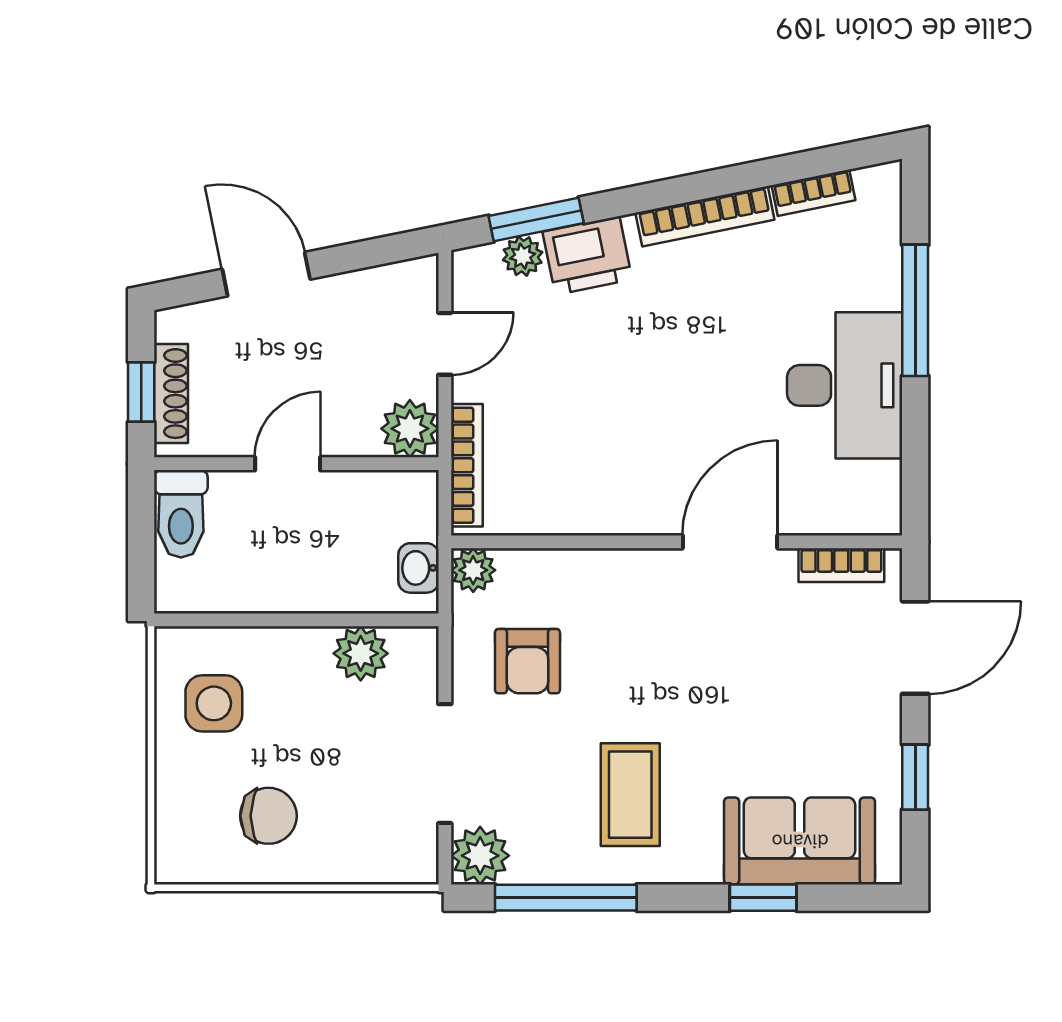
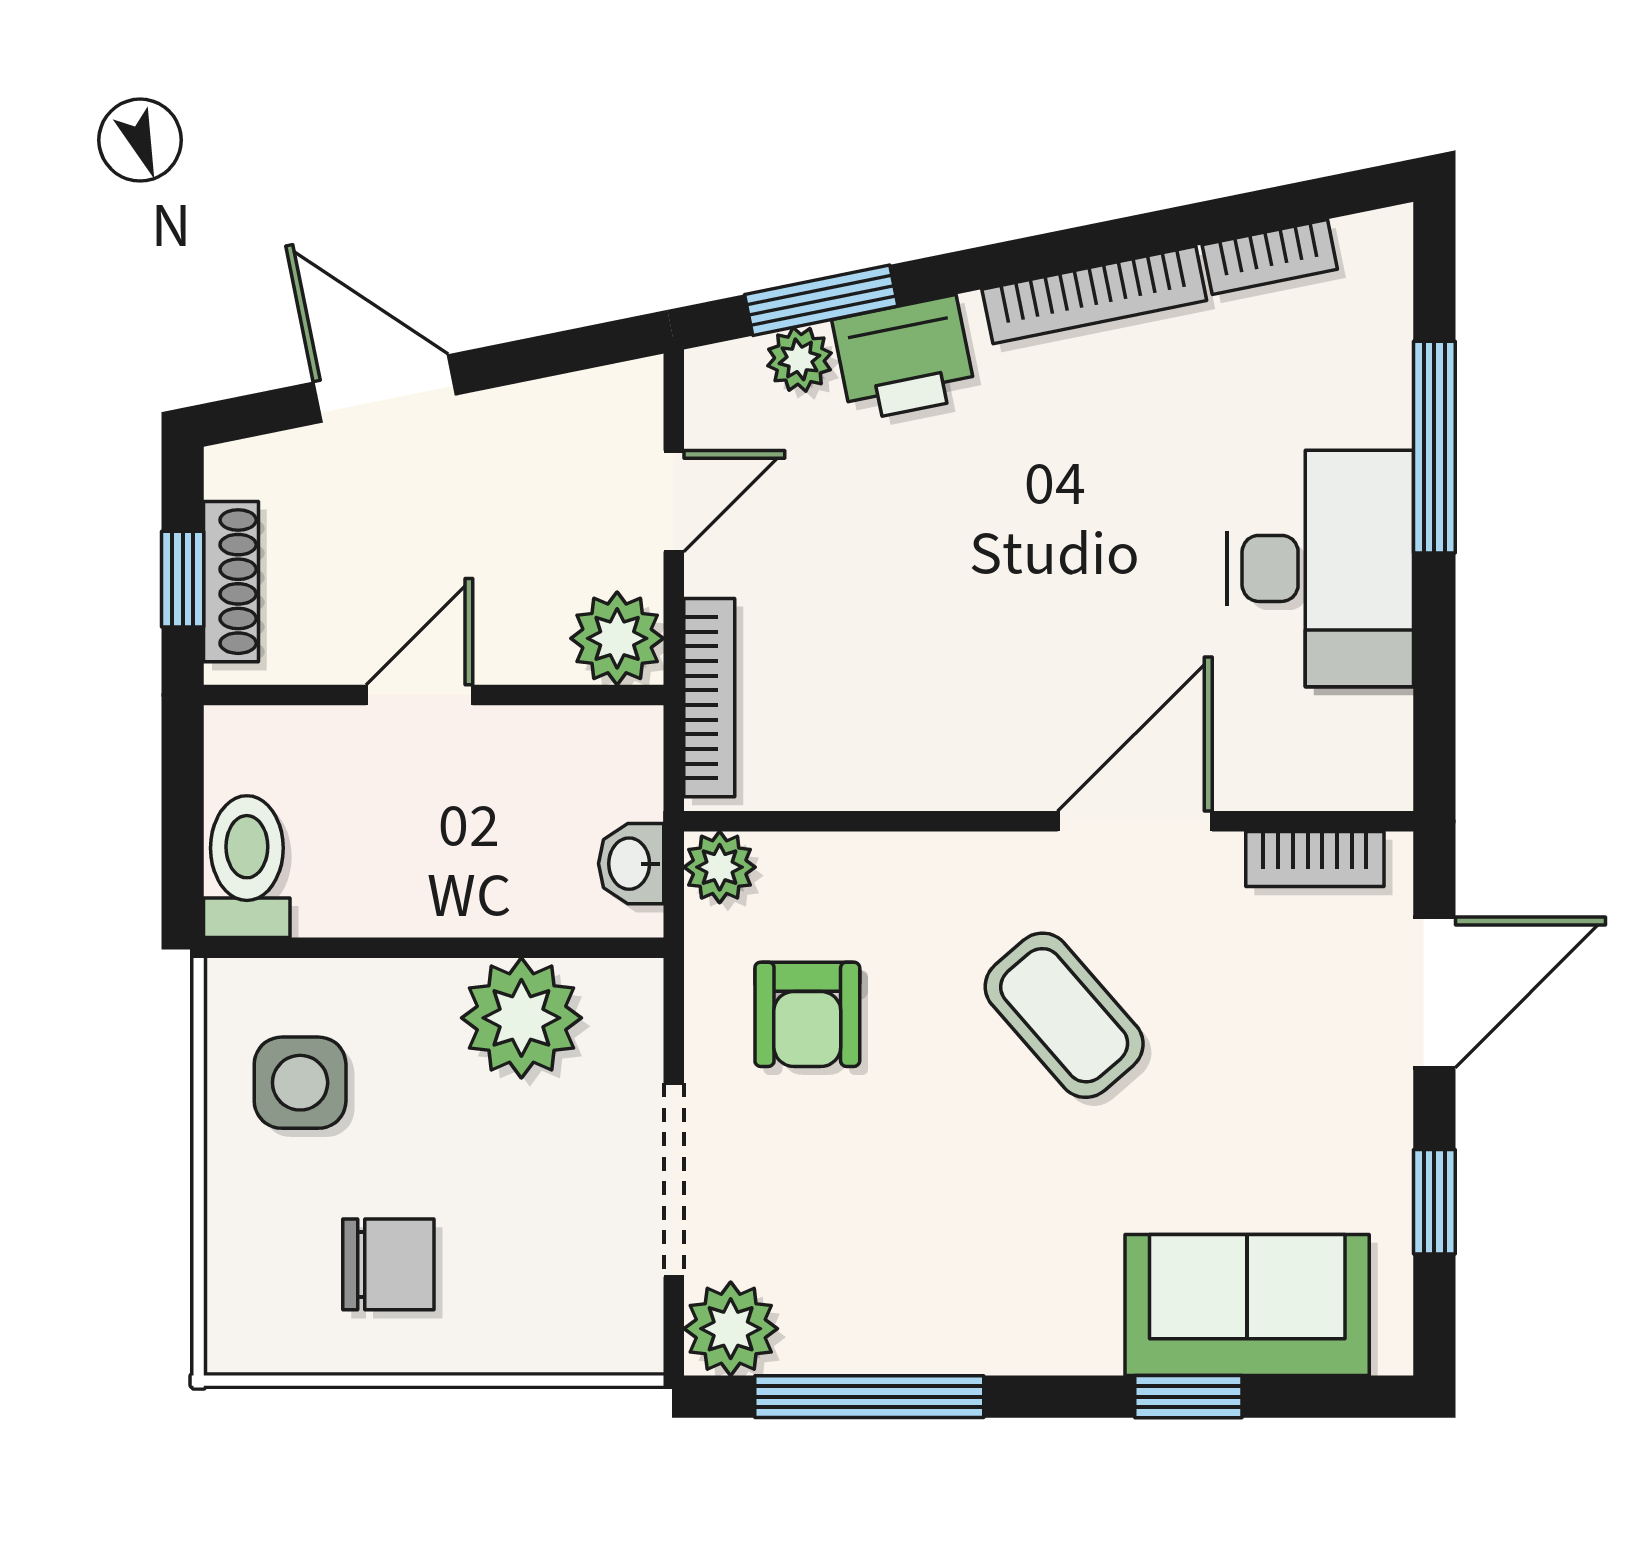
toilet: (181, 514) -> (247, 867), moved, turned 180
plant: (361, 653) -> (521, 1018), width x1.36, depth x1.36
coffee table: (630, 795) -> (1064, 1015), moved, turned -41

